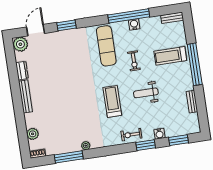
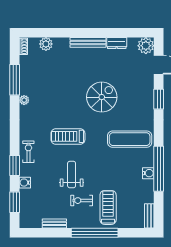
exercise bike: (134, 61) -> (82, 201), moved
spiral stairs: (72, 77) -> (102, 97), added
treadmill: (112, 101) -> (68, 136), turned 180

